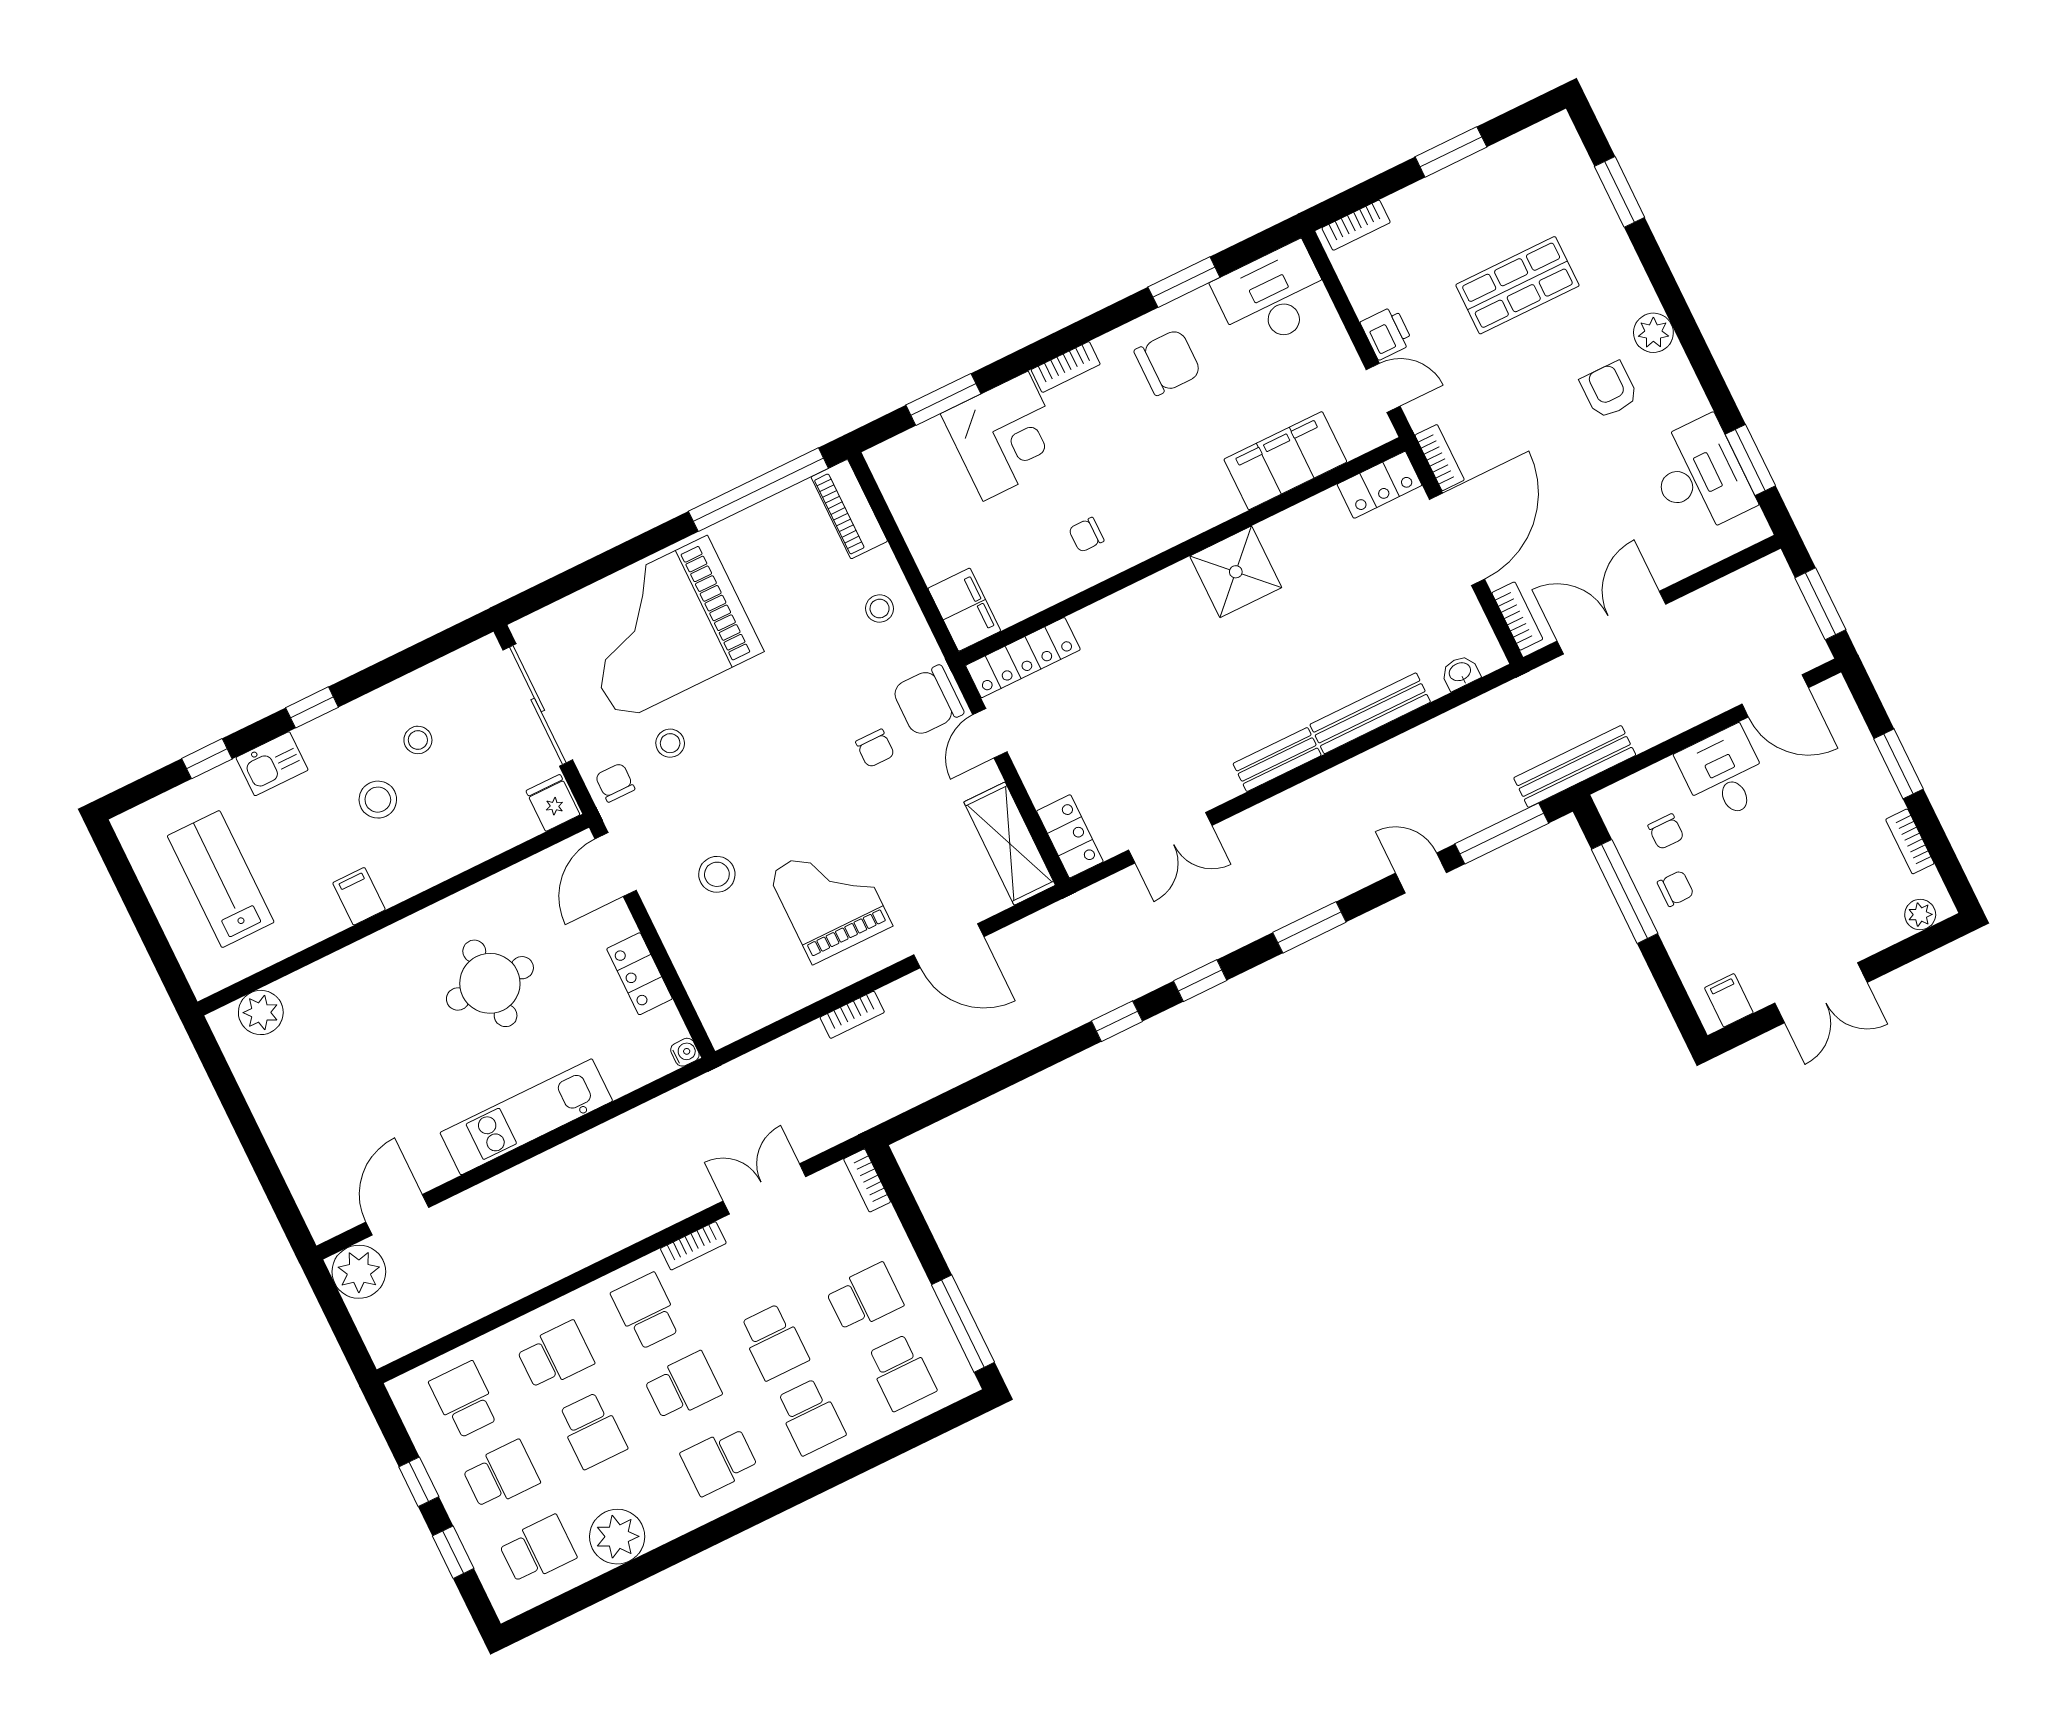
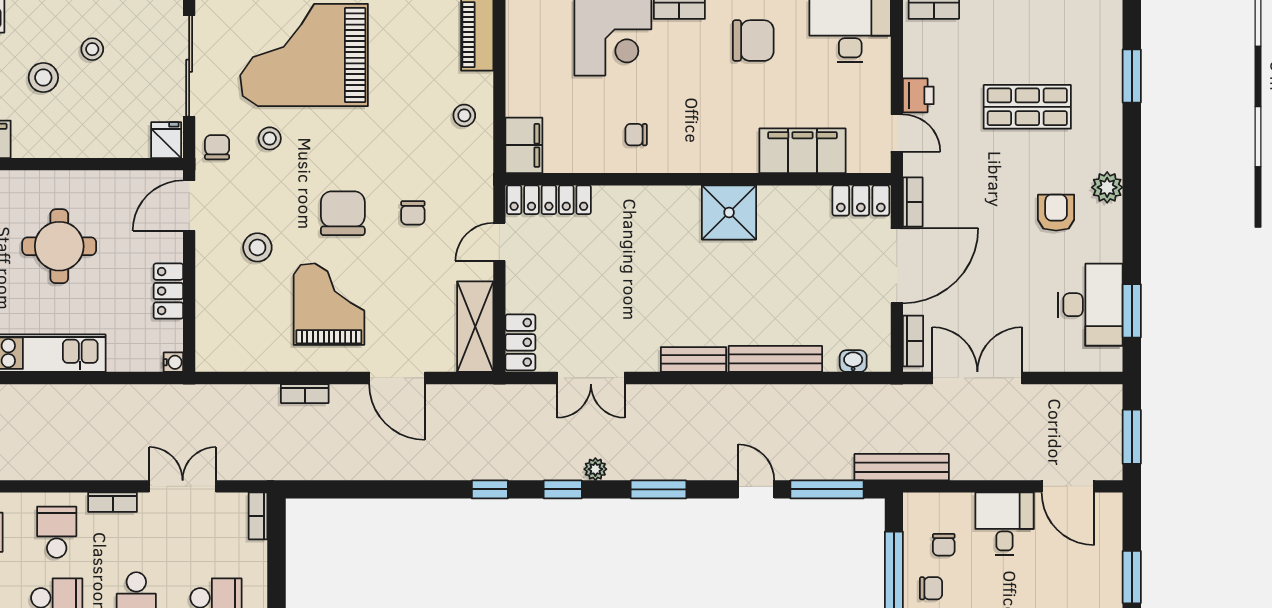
chair: (928, 701) -> (343, 213), moved, turned 90
plant: (1226, 939) -> (595, 469), added

